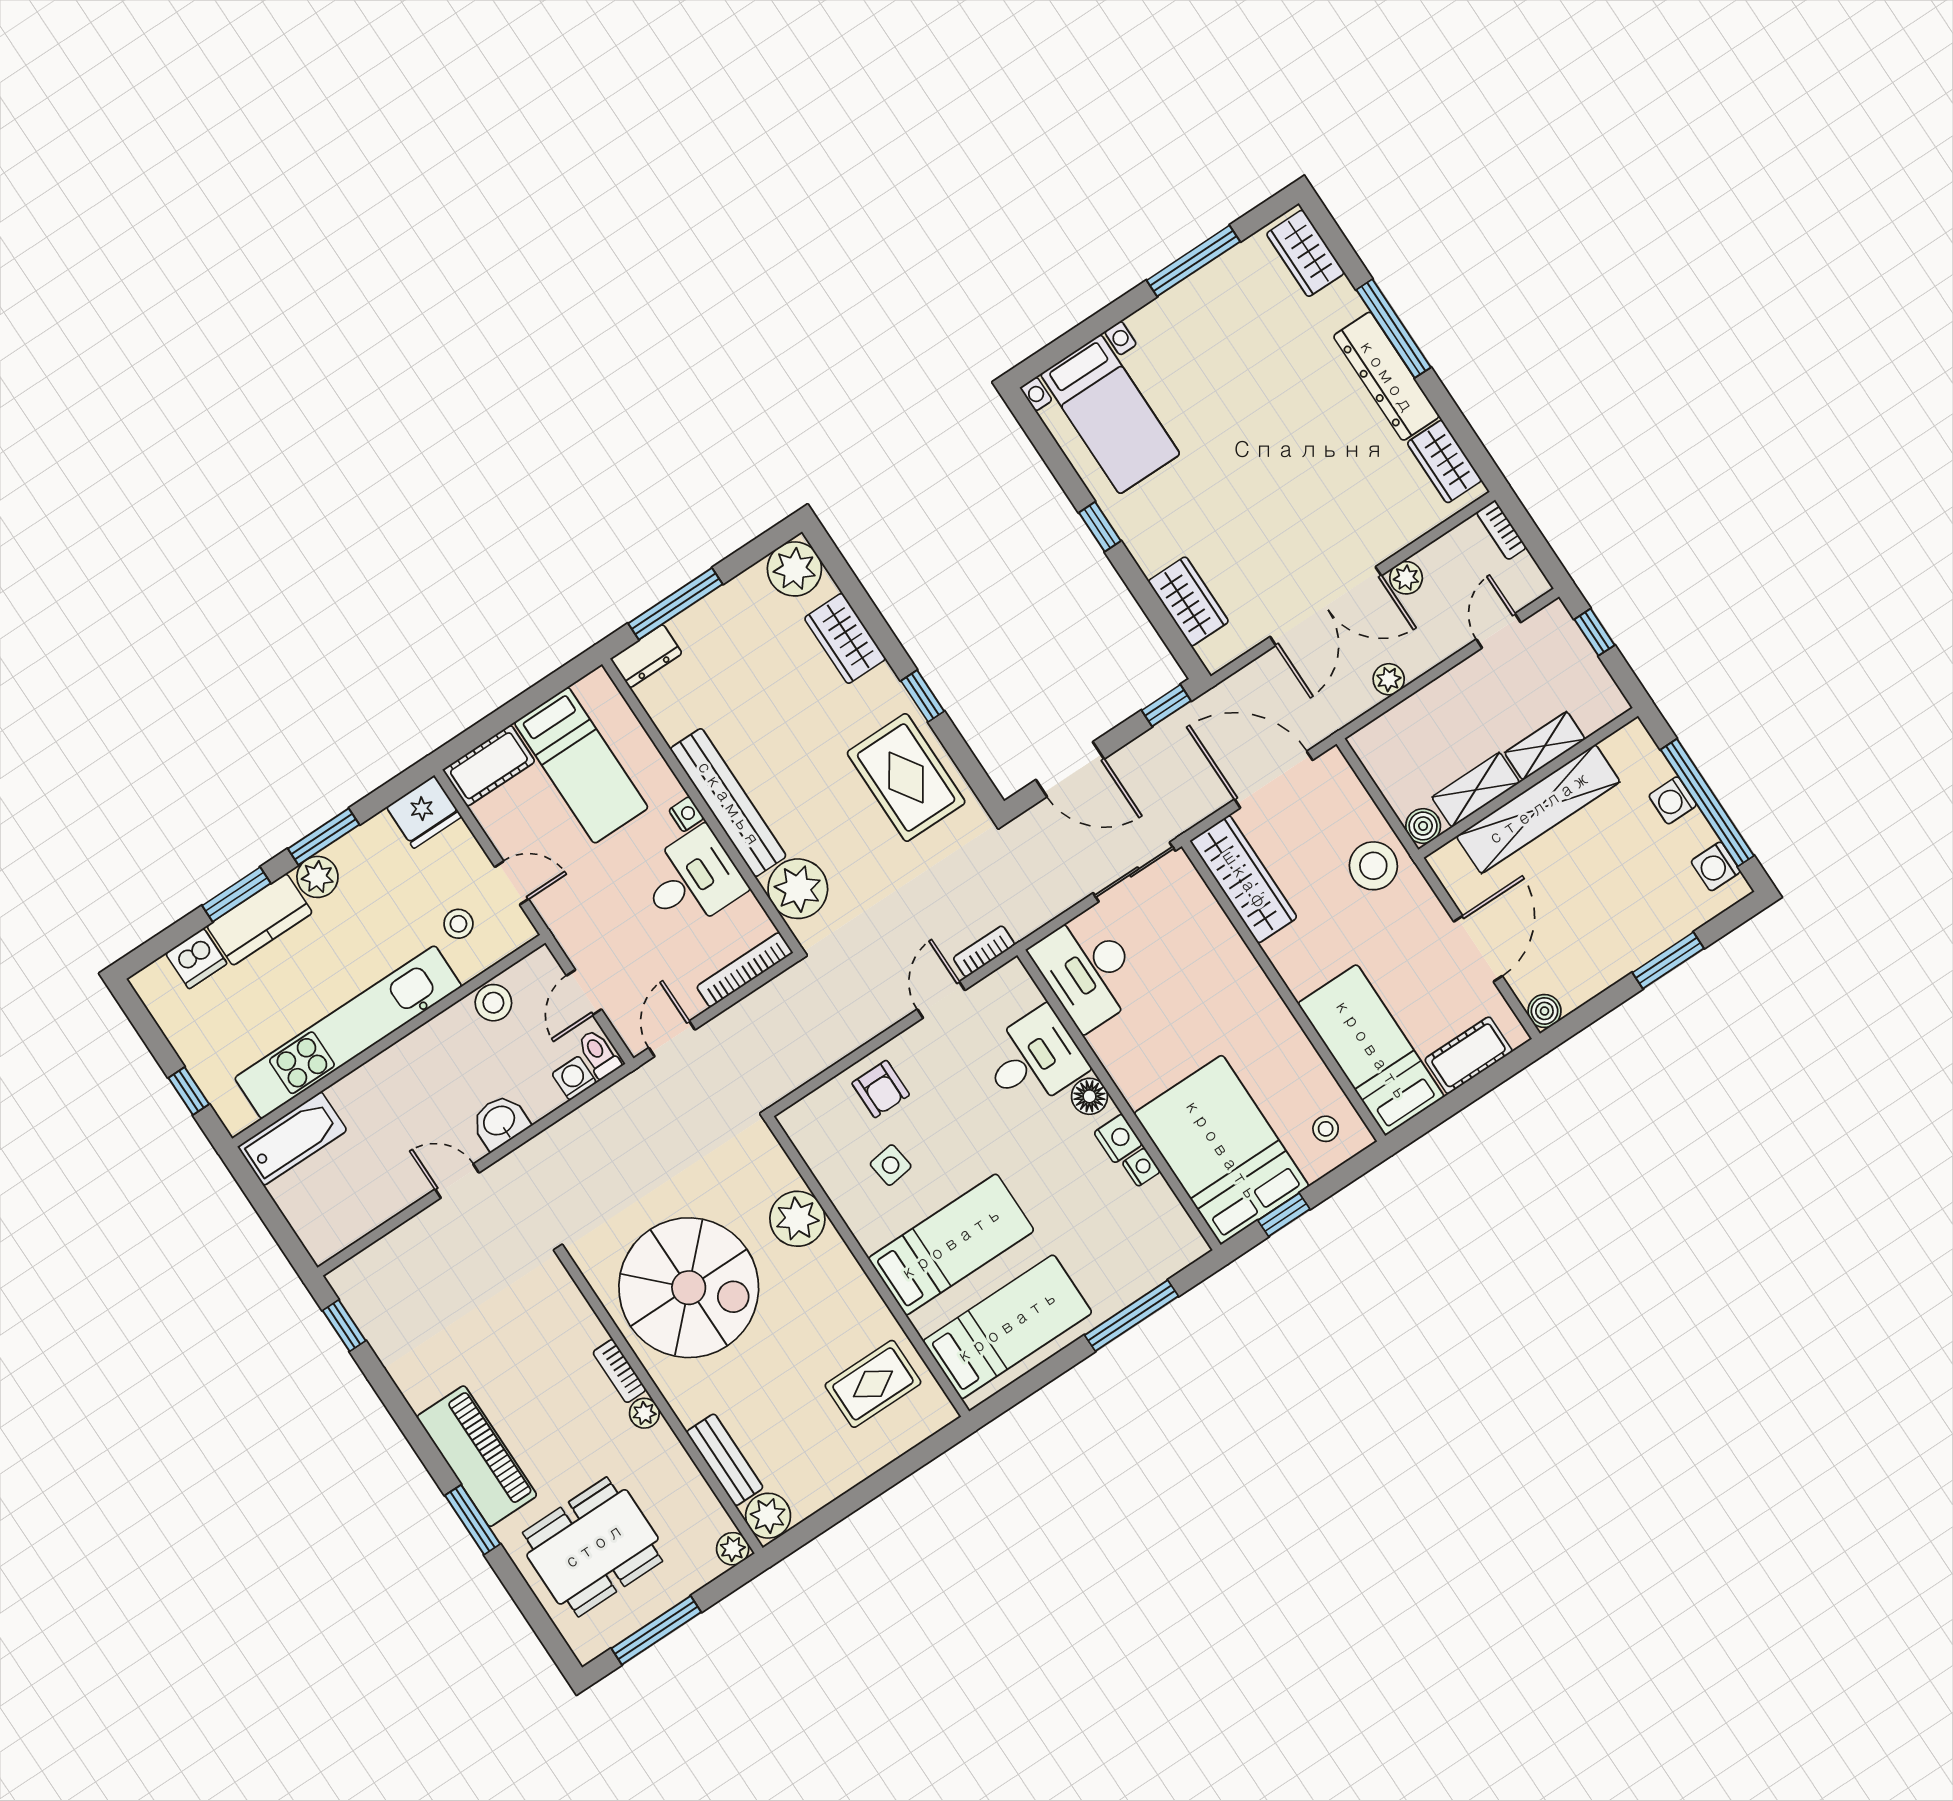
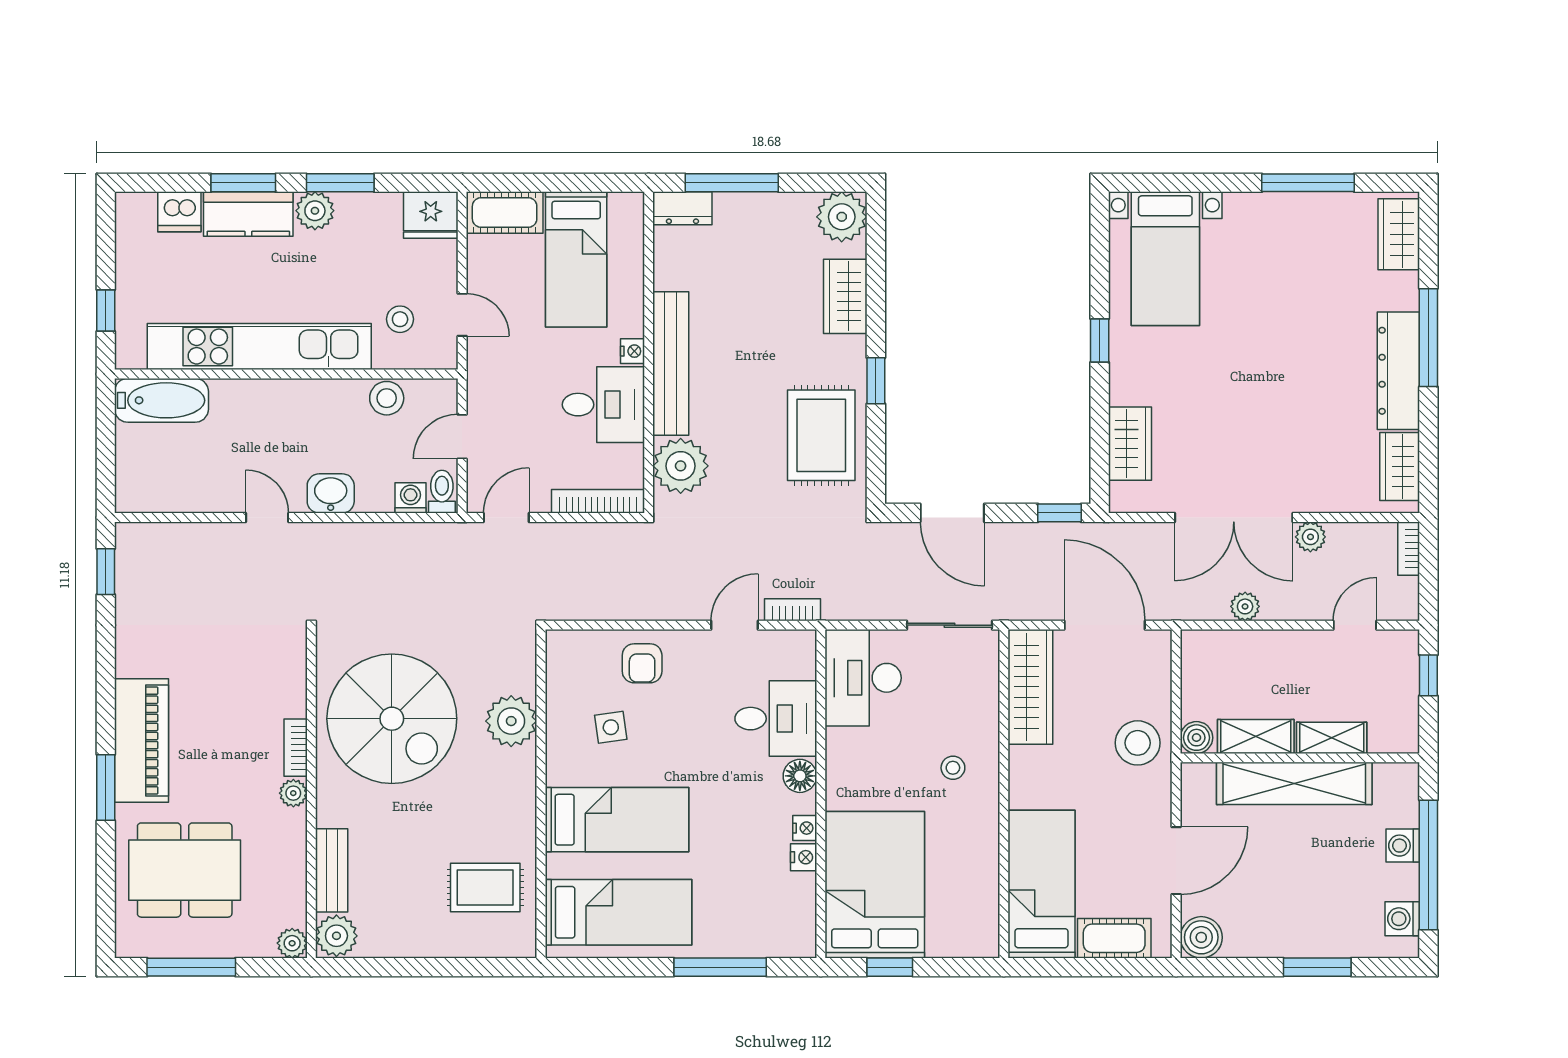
boiler: (1544, 1011) -> (1201, 937), width x1.36, depth x1.36
stool: (1326, 1129) -> (953, 768), moved
nightstand: (1118, 1138) -> (805, 828), width x0.72, depth x0.74

